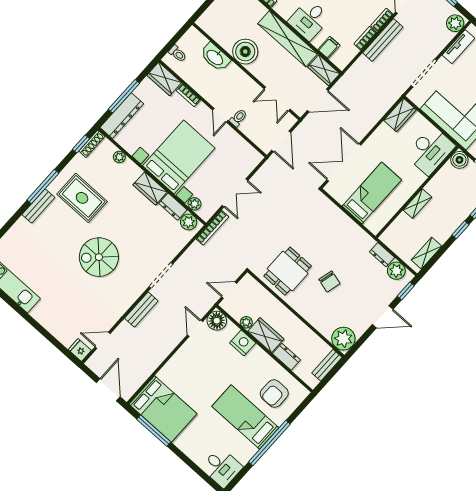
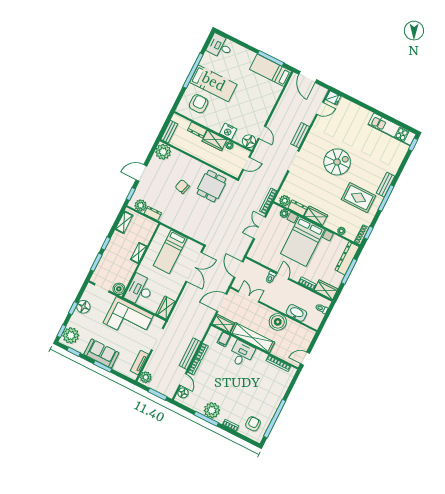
bed: (163, 409) -> (270, 70), width x0.67

